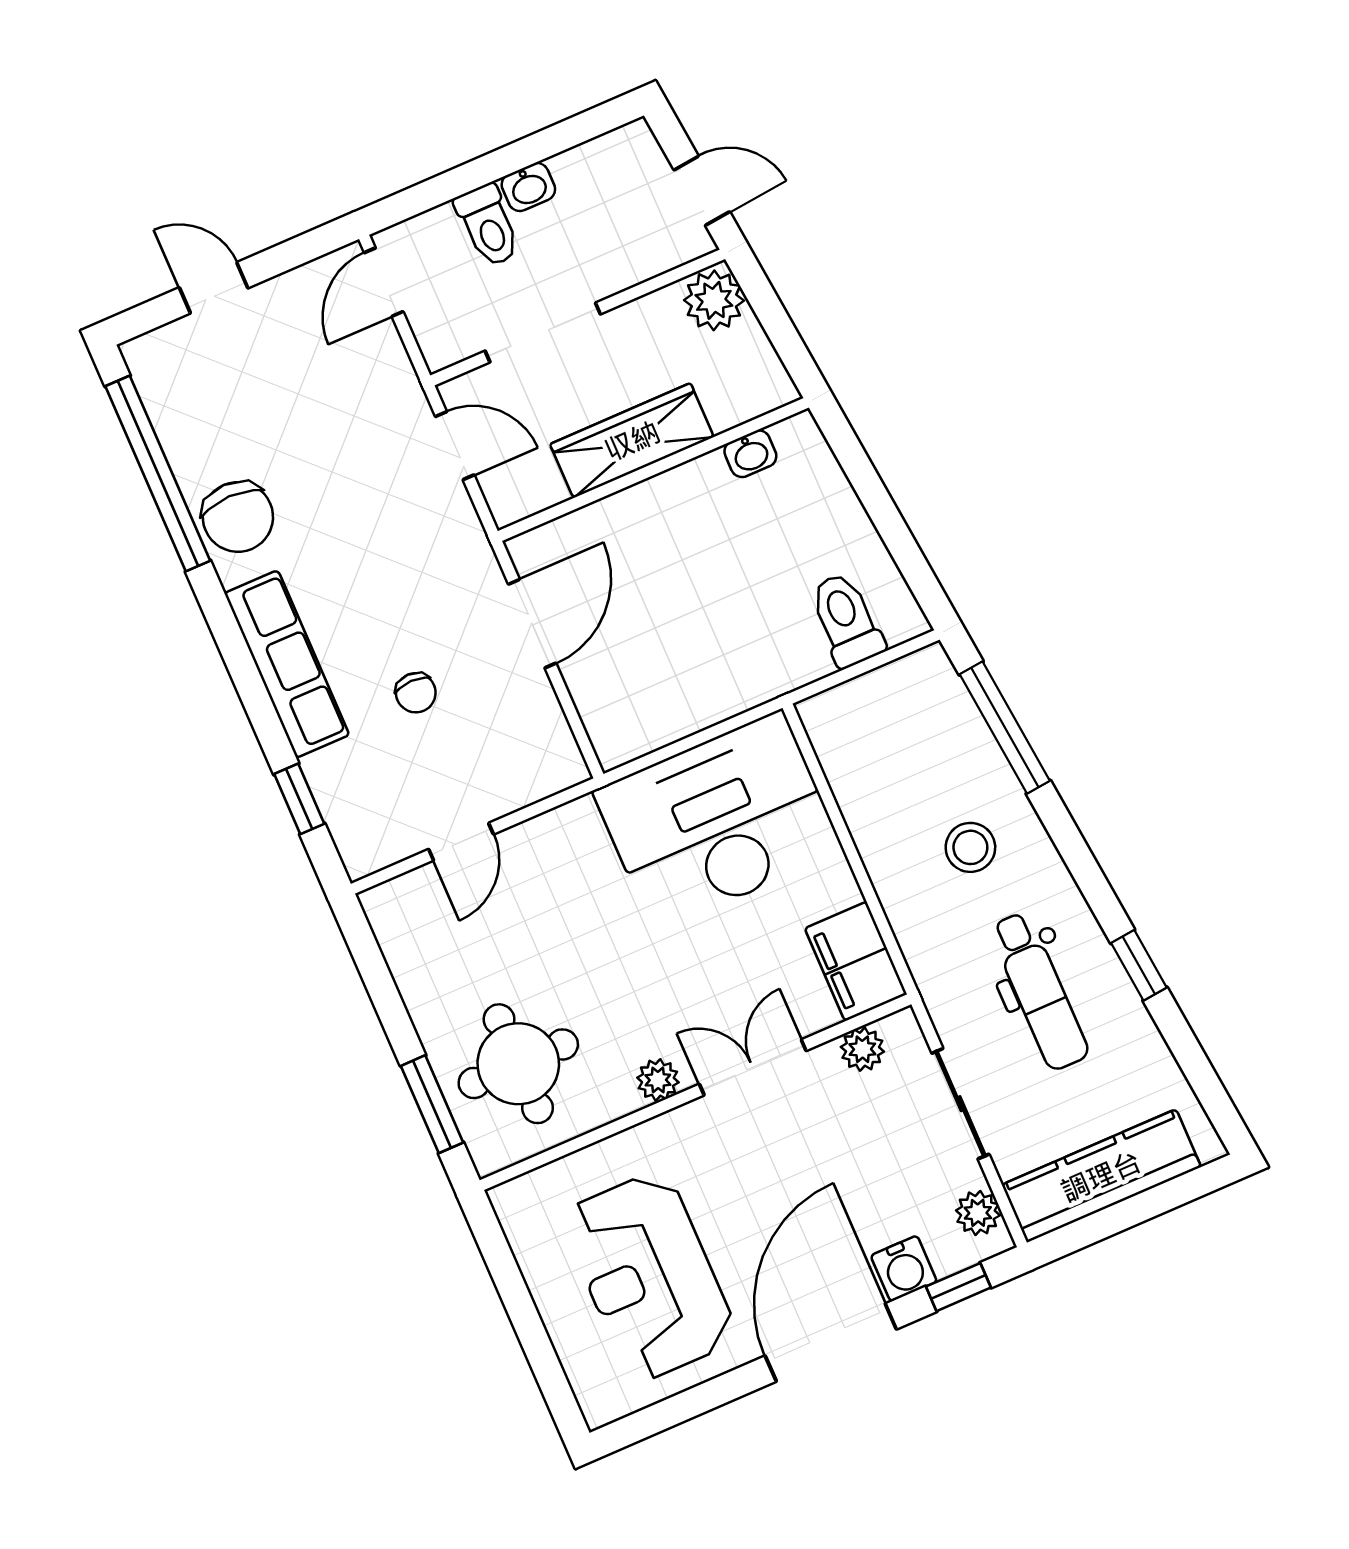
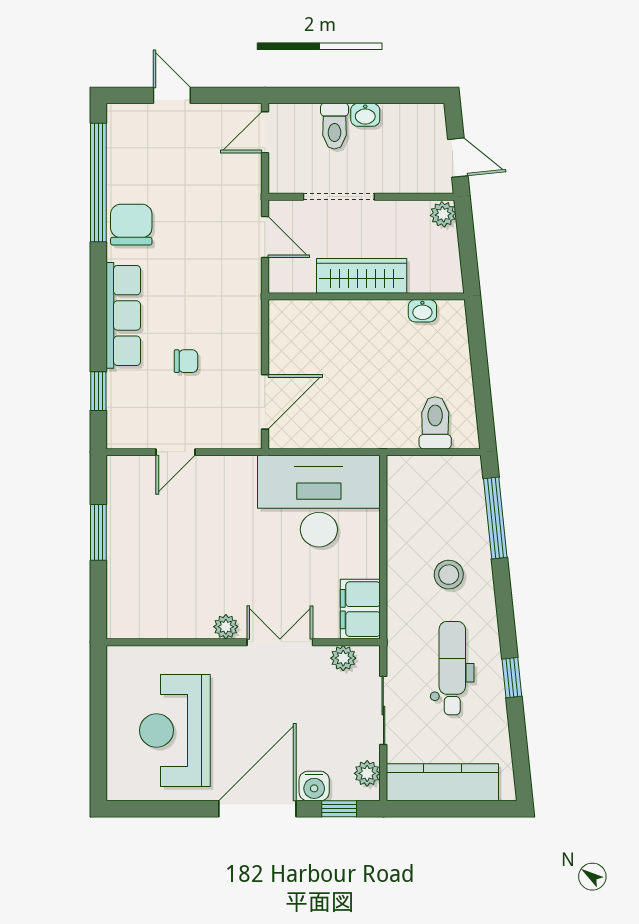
plant: (714, 300) -> (443, 214), width x0.73, depth x0.73
chair: (238, 517) -> (131, 225), turned 180
door: (532, 624) -> (265, 402), moved
chair: (416, 693) -> (186, 361), turned -90
dental chair: (1039, 991) -> (452, 668), turned 180
round table: (518, 1064) -> (154, 585), removed
window: (432, 1104) -> (98, 532), moved

